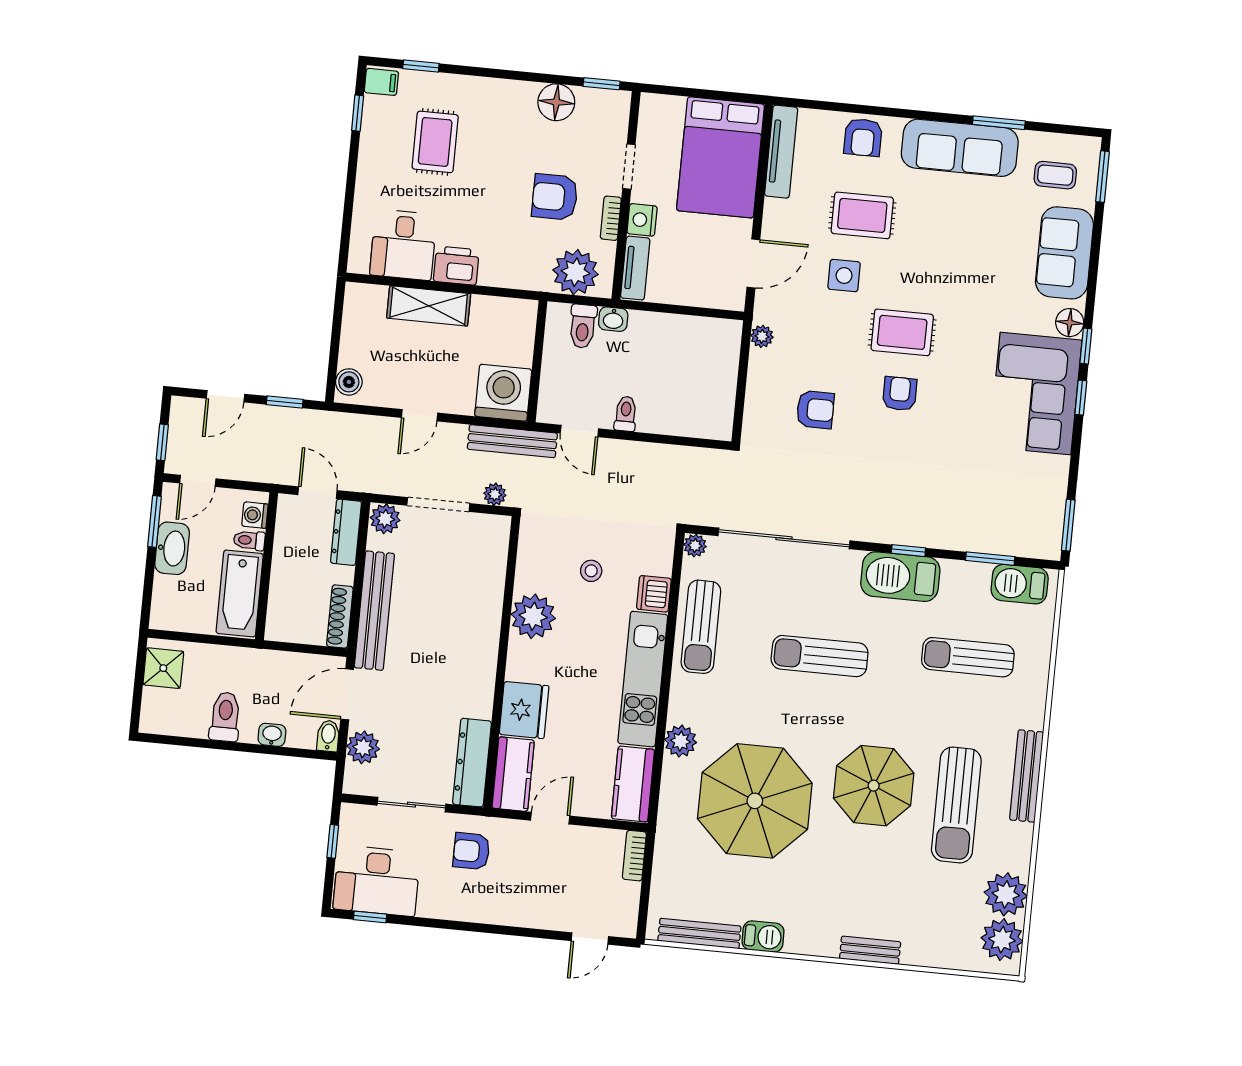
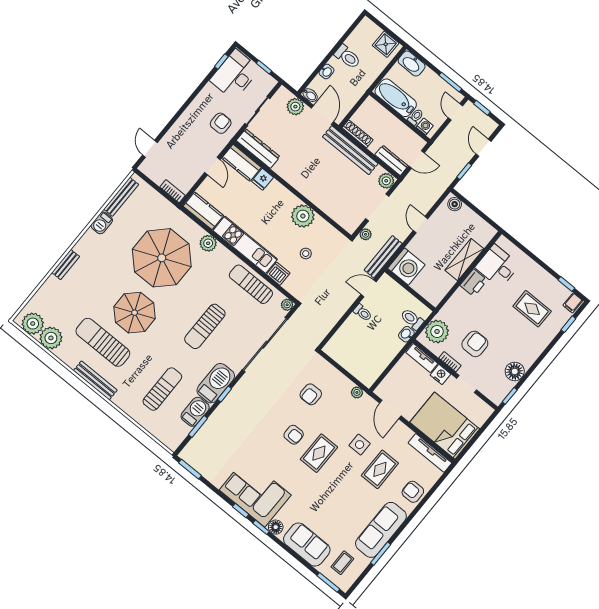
washbasin: (172, 548) -> (412, 64), moved
barbecue: (1020, 584) -> (195, 412), moved
sun lounger: (820, 656) -> (205, 326), turned 180
fridge: (524, 710) -> (263, 179), width x0.53, depth x0.75

